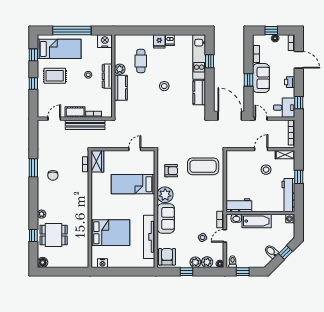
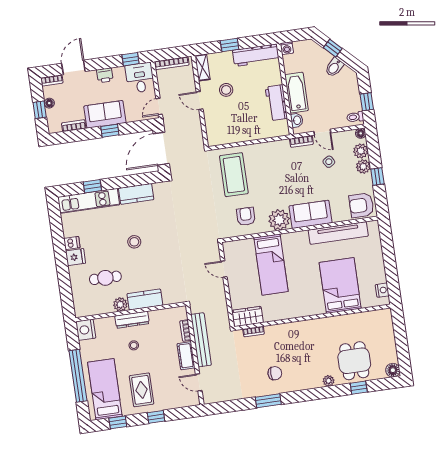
workbench: (239, 205) -> (276, 103), moved

